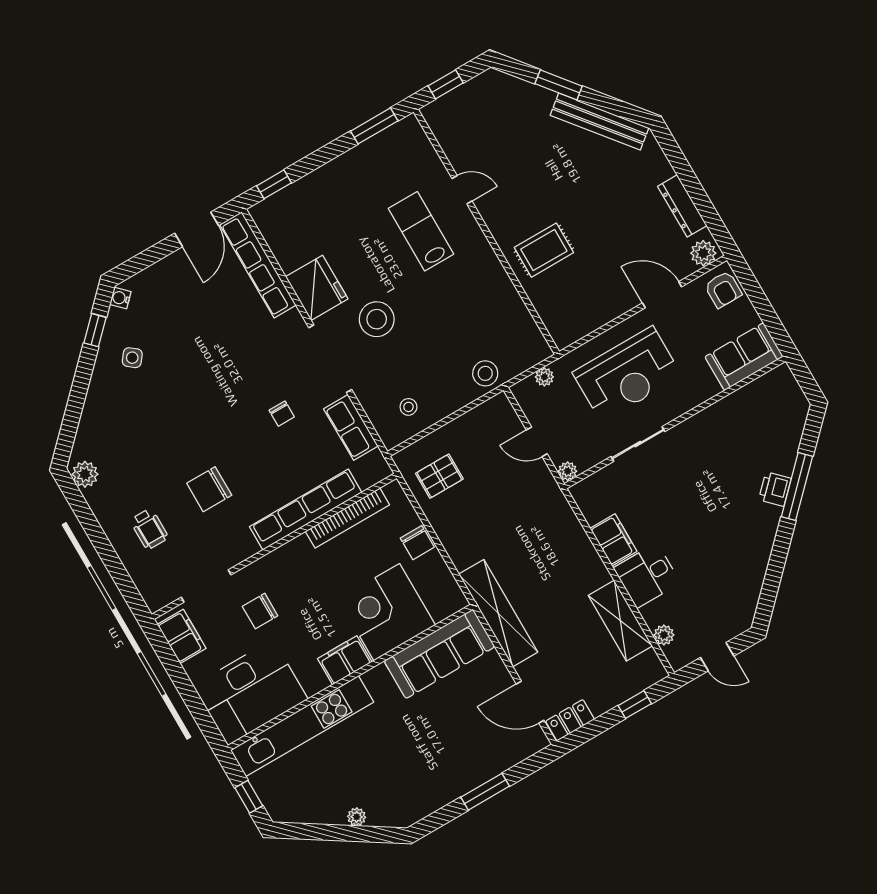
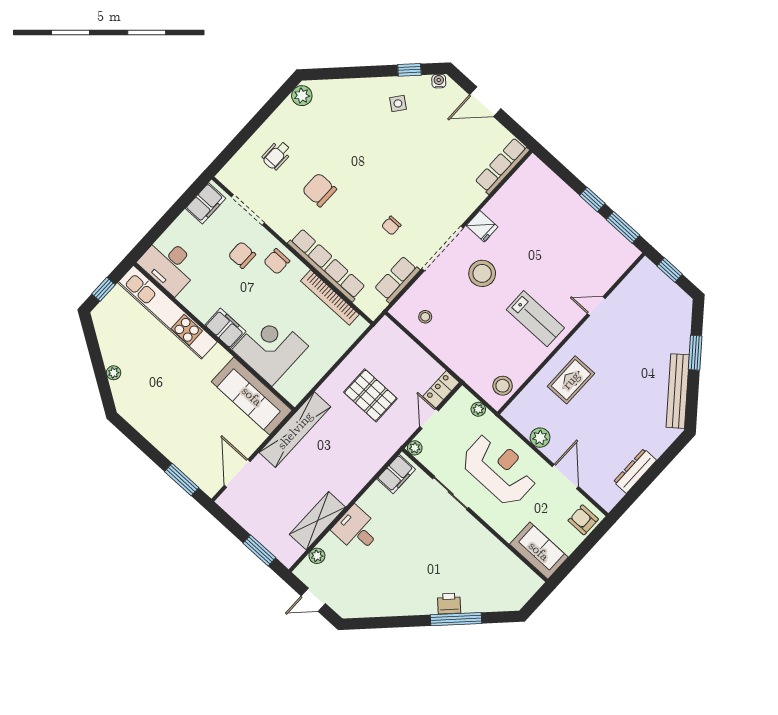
window: (274, 184) -> (592, 199), moved
door: (462, 190) -> (596, 306), swing flipped
door: (197, 229) -> (485, 102), moved
lab bench: (421, 231) -> (535, 319), moved, turned 90
rug: (544, 250) -> (571, 380), turned 90
plant: (703, 253) -> (540, 438), moved
row of seats: (258, 265) -> (502, 166), width x0.73
fridge: (317, 288) -> (482, 226), width x0.53, depth x0.75
armchair: (723, 289) -> (583, 520), turned 90
stool: (485, 373) -> (503, 386), moved
reception desk: (627, 374) -> (499, 469), turned 180
pallet: (439, 476) -> (370, 395), moved, width x1.50, depth x1.42
filing cabinet: (614, 540) -> (396, 474), moved
chair: (417, 543) -> (277, 261), moved
door: (717, 657) -> (313, 600), hinge flipped
desk: (251, 692) -> (169, 265), width x0.73, depth x0.77
window: (635, 705) -> (259, 550), width x1.50
locker: (570, 720) -> (441, 389), moved, turned -90
window: (485, 792) -> (182, 480), moved

